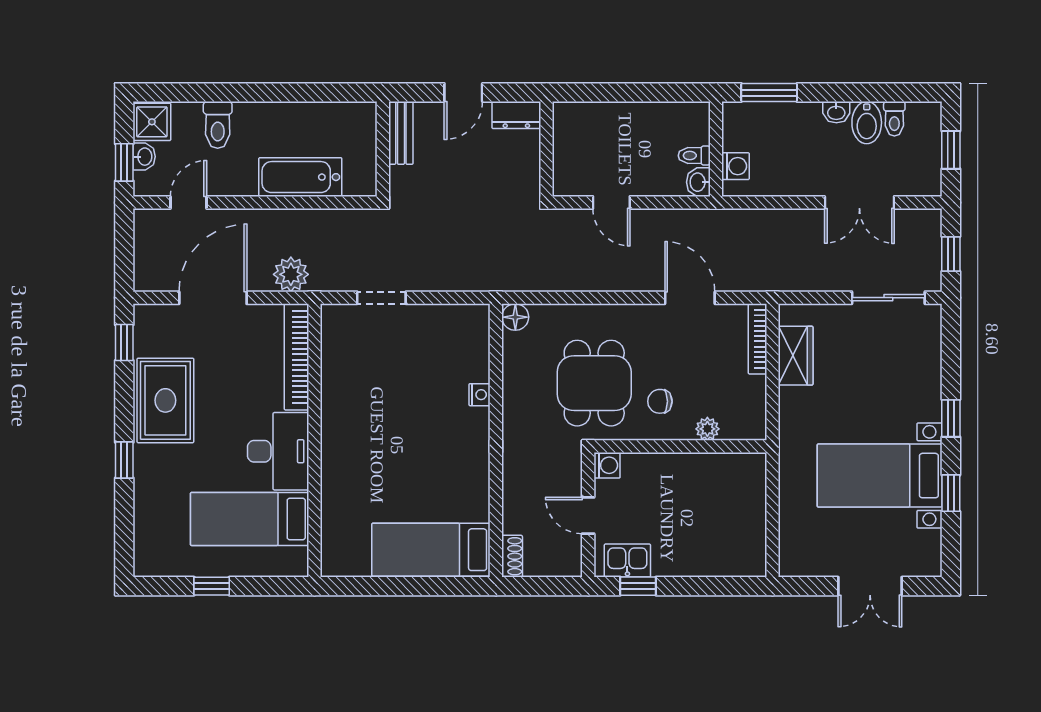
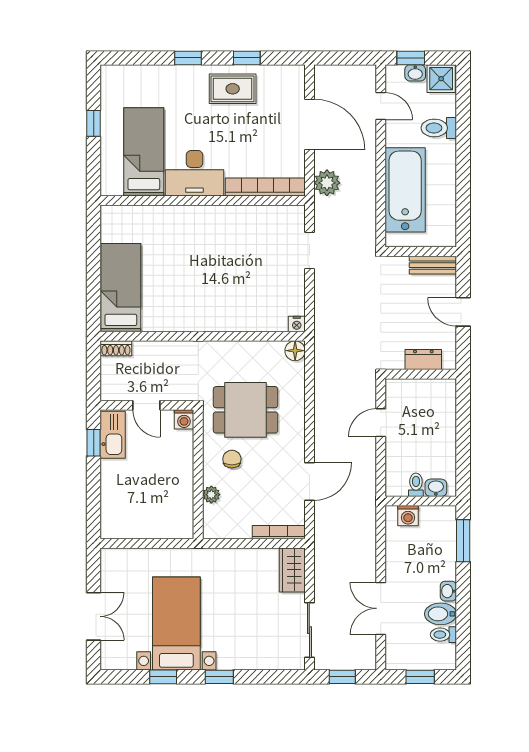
dresser: (516, 115) -> (423, 359), moved, turned 90
bathtub: (300, 177) -> (405, 190), width x1.36, depth x1.36
washbasin: (698, 182) -> (436, 488), moved
window: (124, 343) -> (247, 58), moved
wardrobe: (796, 356) -> (292, 570), moved, turned 90
nightstand: (479, 395) -> (297, 324), moved
rug: (165, 400) -> (233, 89), width x0.73, depth x0.70
door: (588, 515) -> (146, 405), swing flipped
kitchen sink: (627, 561) -> (113, 435), width x1.38
double door: (870, 586) -> (94, 616), swing flipped

